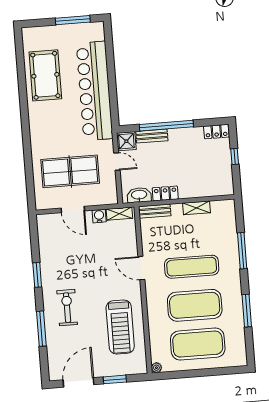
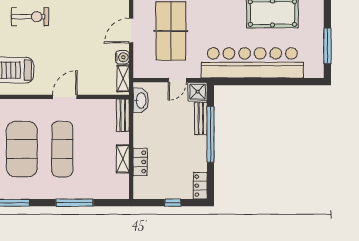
locker: (165, 193) -> (140, 162), moved

